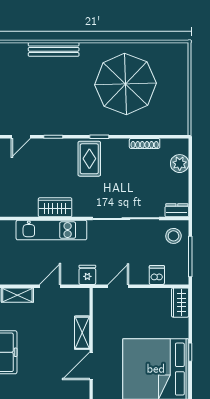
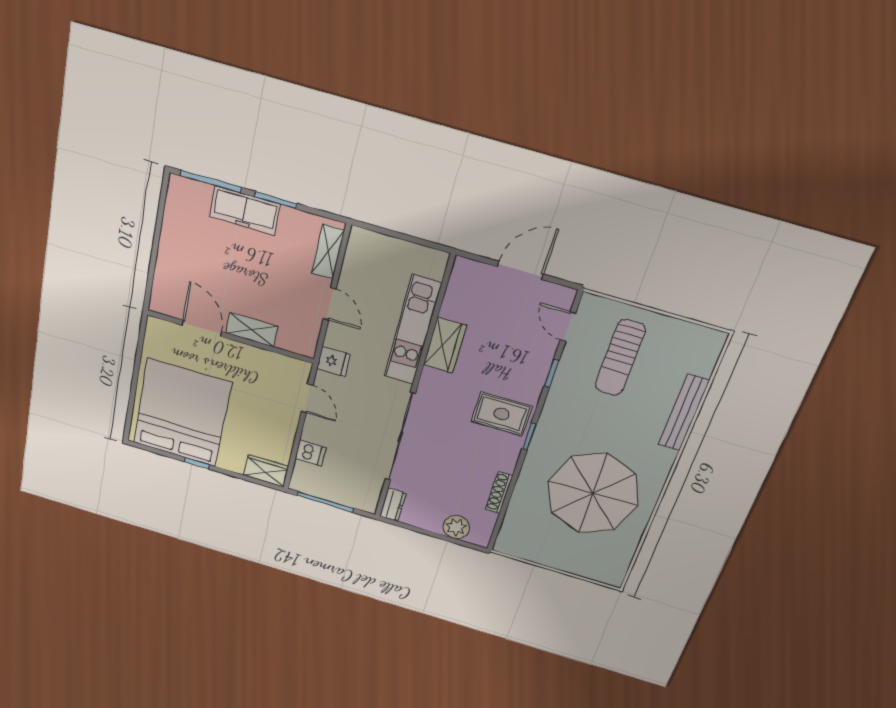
sun lounger: (31, 99) -> (620, 358), added
stool: (173, 236) -> (359, 490), removed

